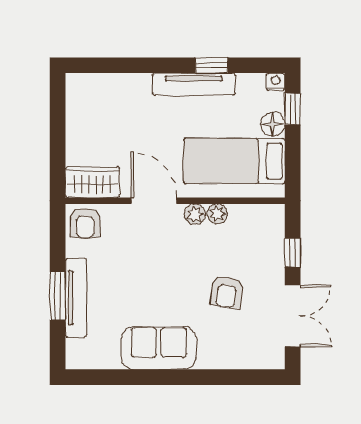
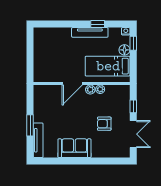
wardrobe: (92, 182) -> (45, 75), removed
door: (154, 201) -> (72, 84), swing flipped
armchair: (85, 223) -> (42, 93), removed
armchair: (227, 292) -> (104, 124), turned 82
tv unit: (76, 298) -> (38, 140), moved

